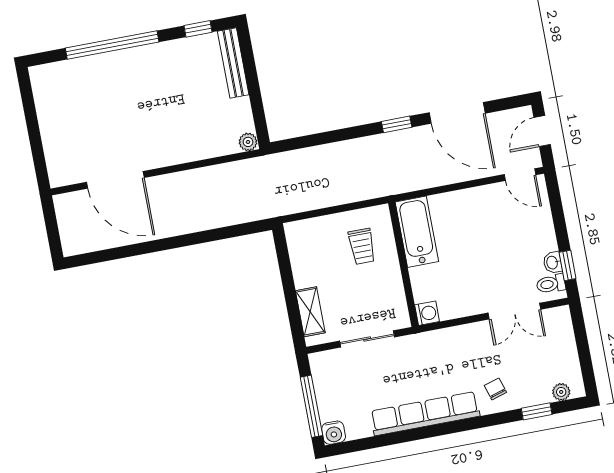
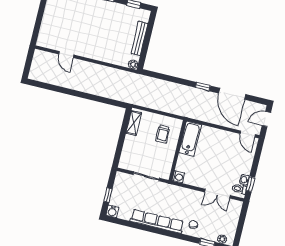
bench: (233, 63) -> (139, 38), moved
door: (115, 180) -> (66, 54), width x0.53
shelving: (310, 312) -> (134, 123), moved
window: (311, 406) -> (108, 195), width x0.46

